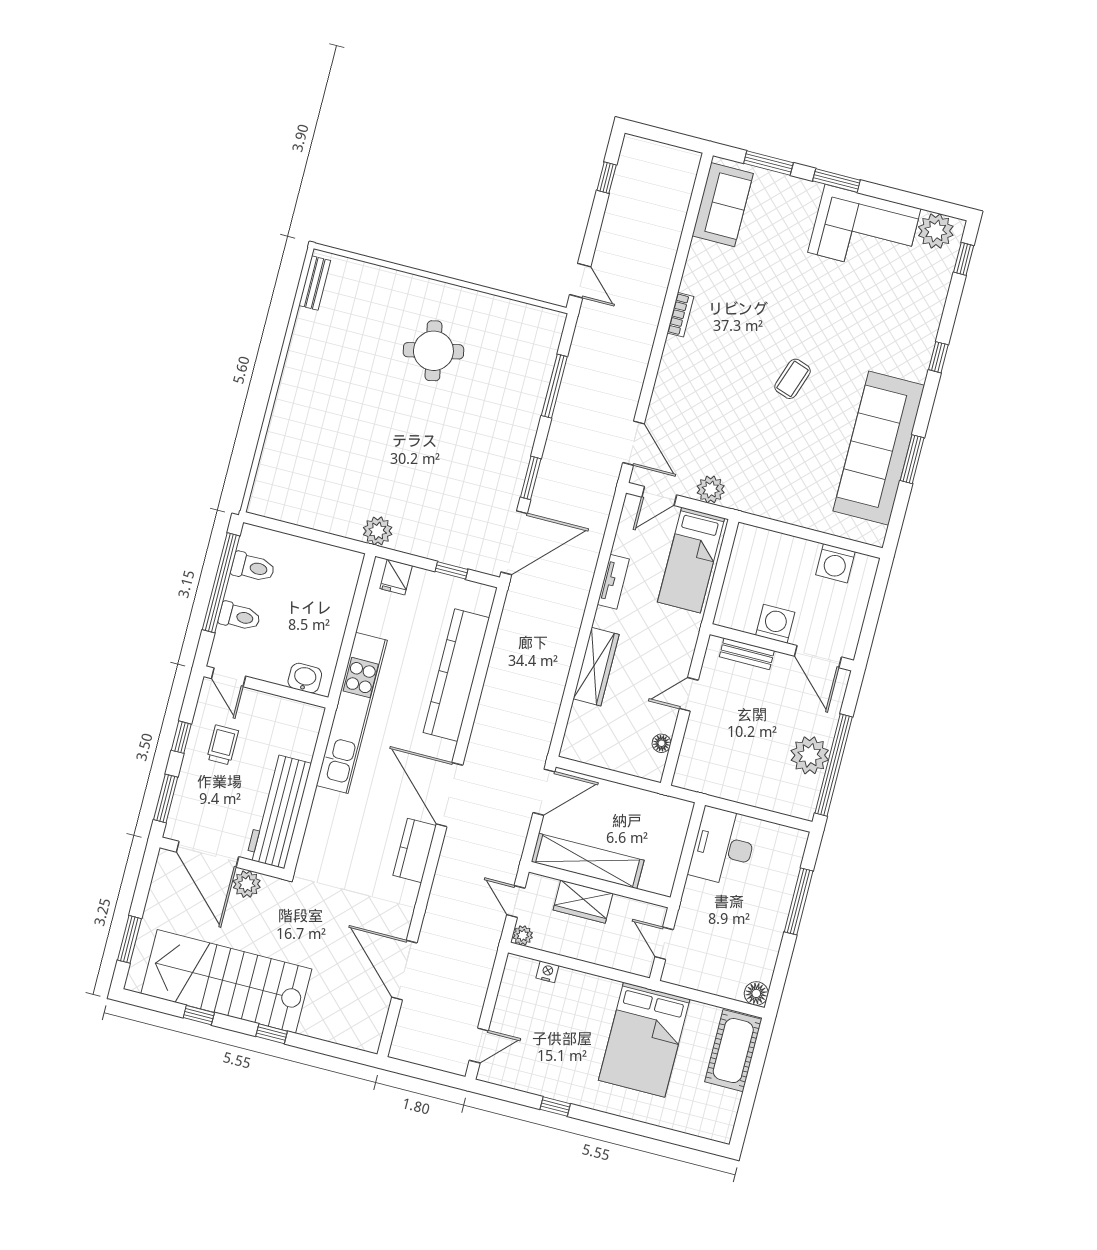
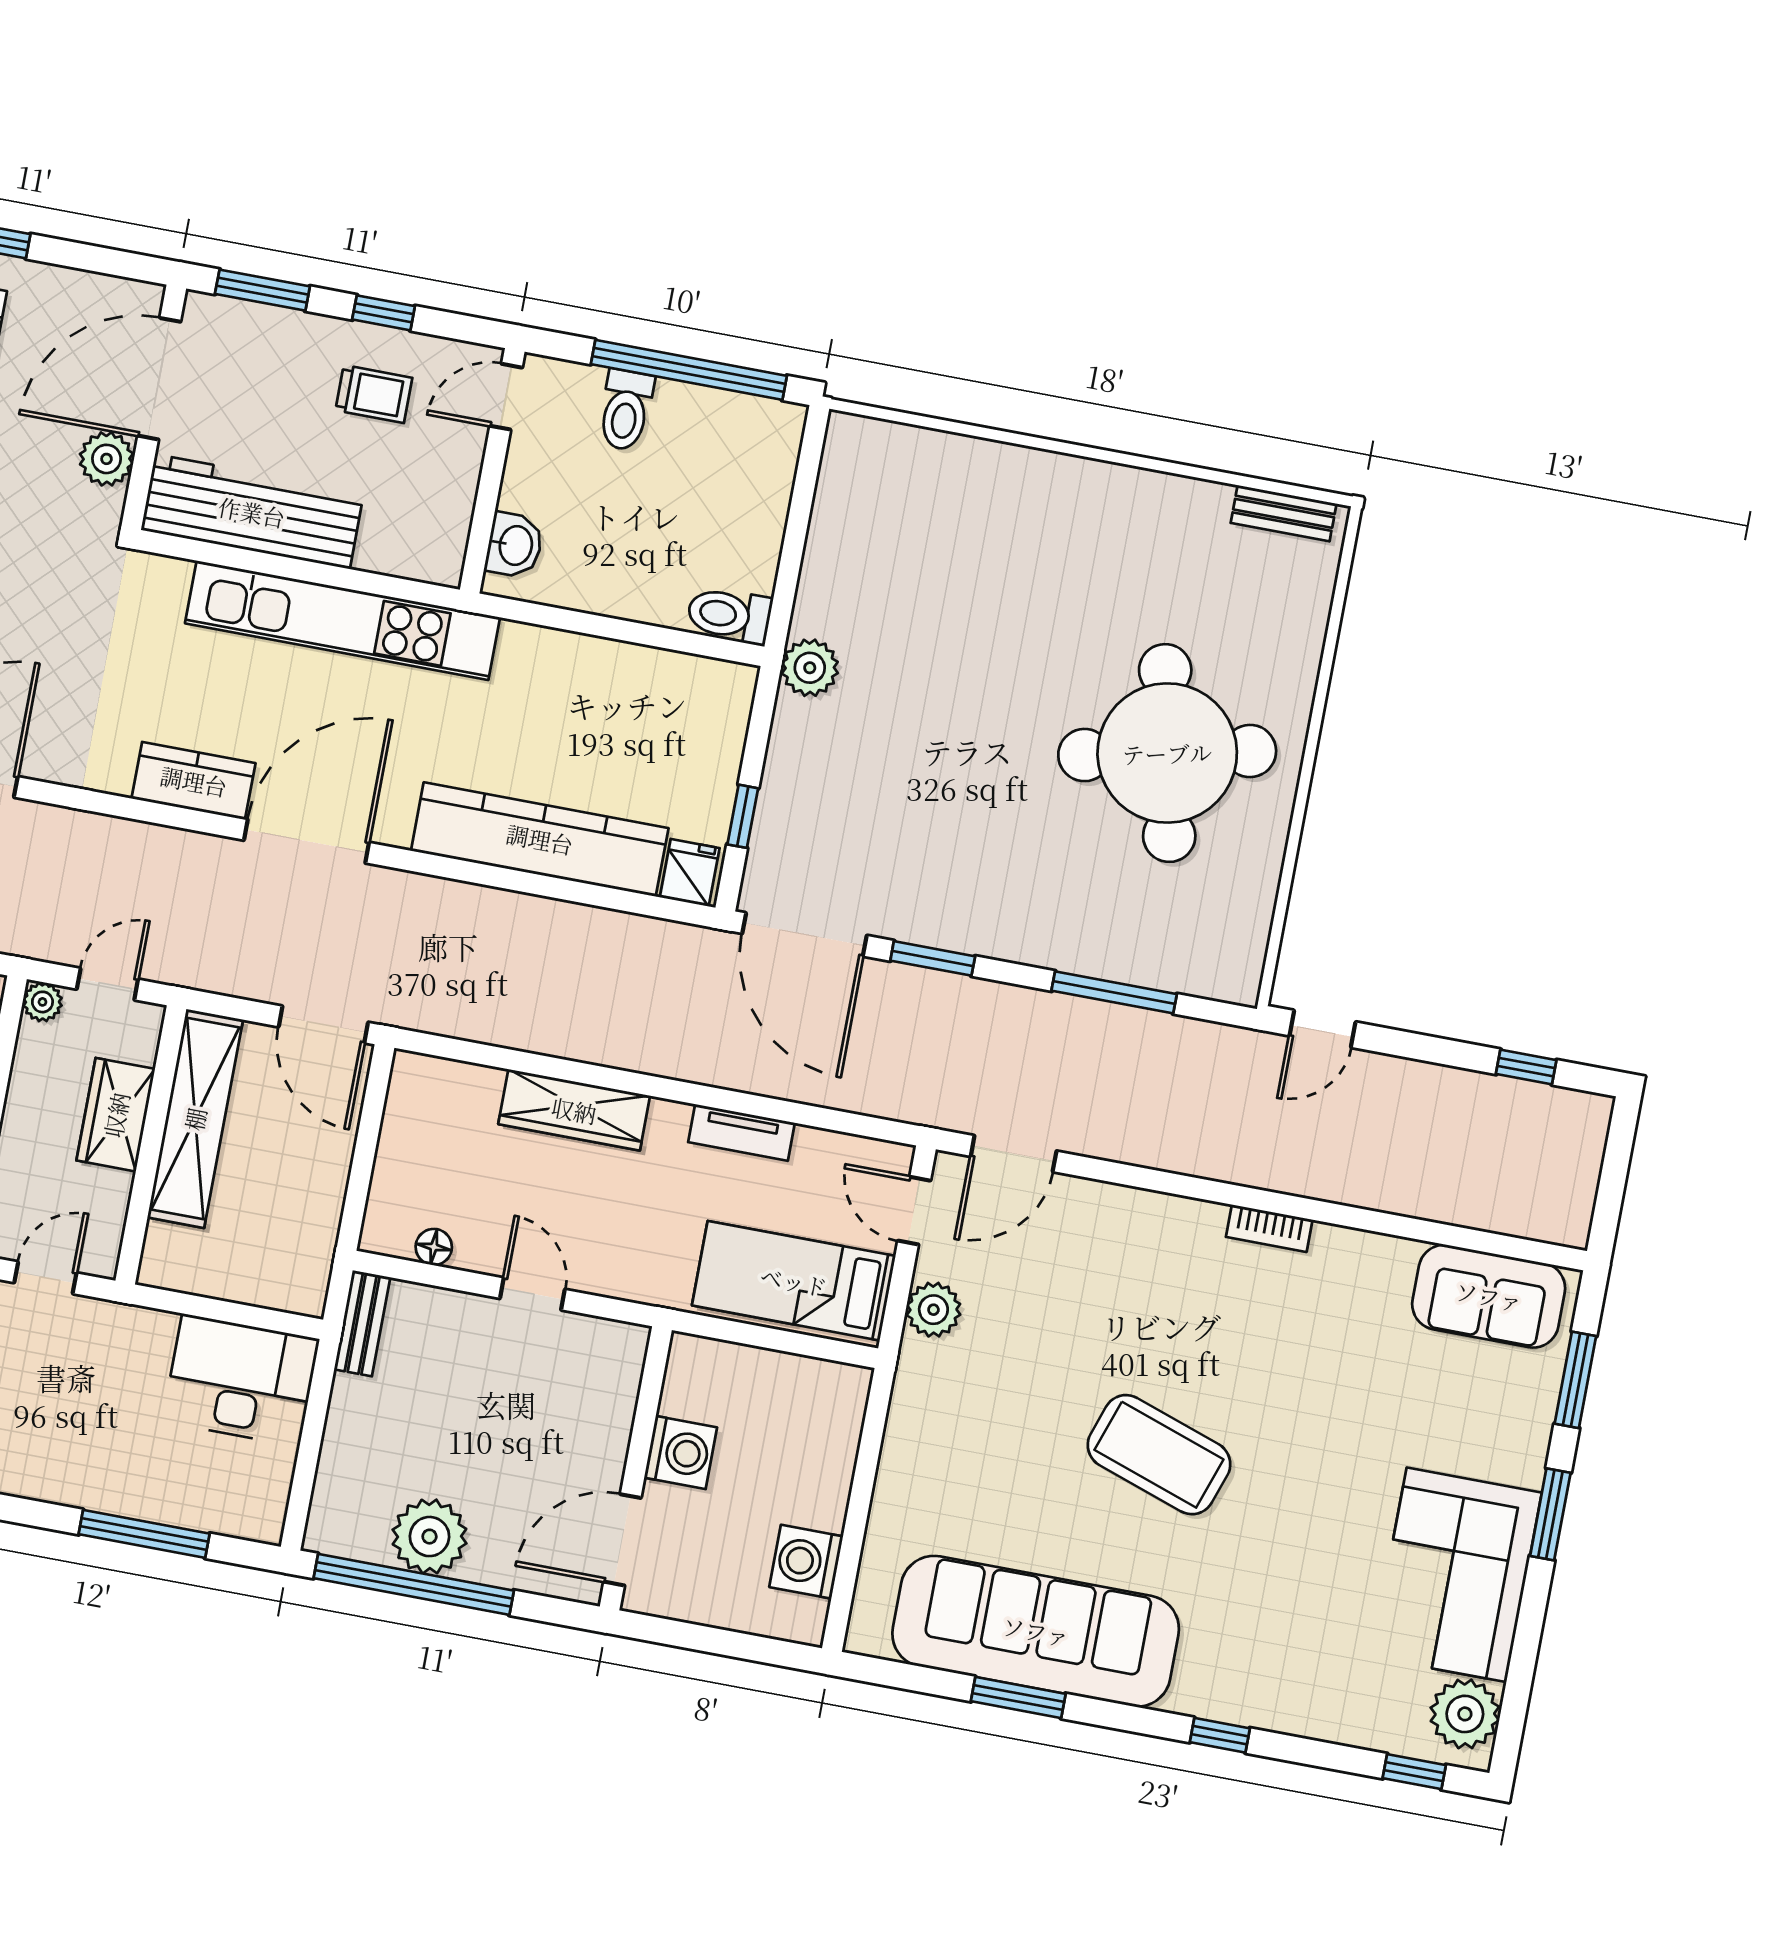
round table: (433, 351) -> (1167, 753), width x1.86, depth x1.86
coffee table: (793, 379) -> (1159, 1455), width x1.86, depth x1.72
toilet: (253, 567) -> (729, 615), moved, turned 90
fridge: (396, 577) -> (690, 873), moved, turned 90
bench: (747, 654) -> (362, 1323), moved
kitchen unit: (352, 713) -> (343, 620), moved

